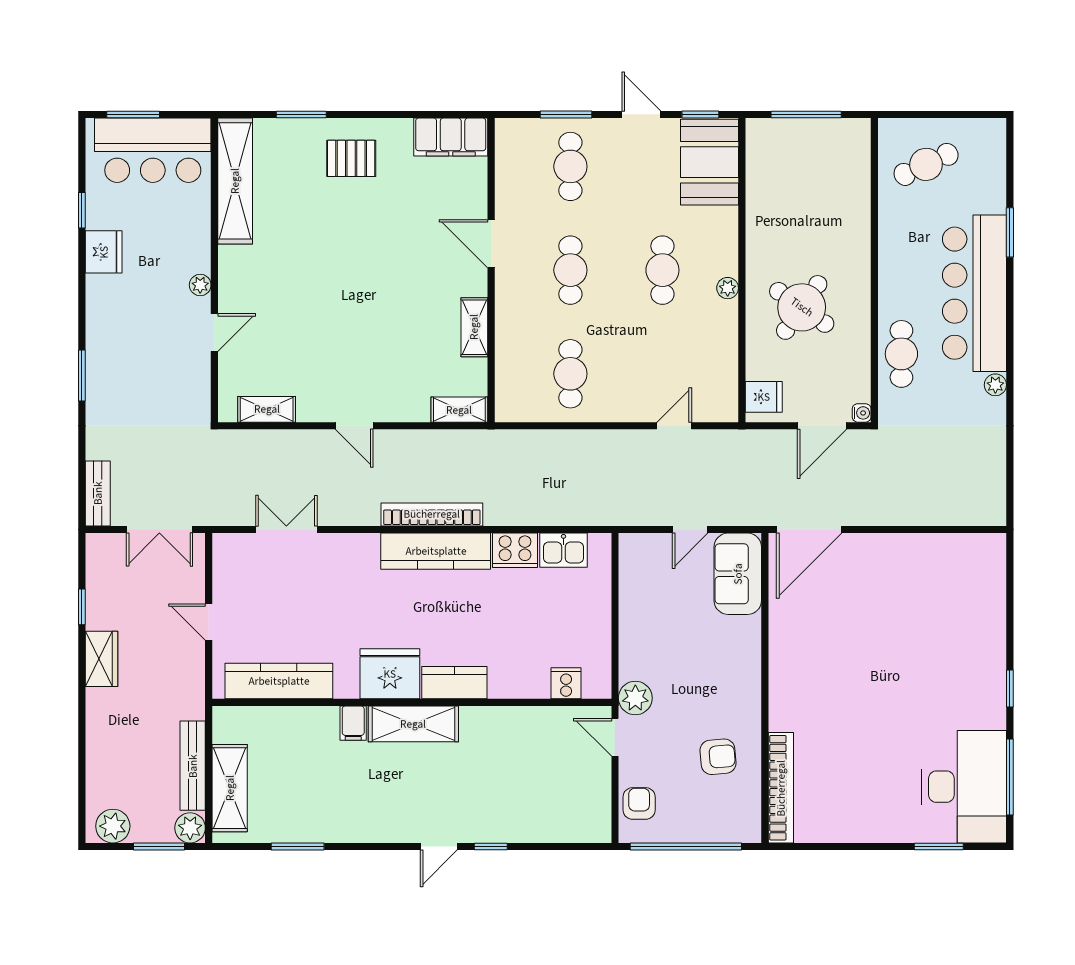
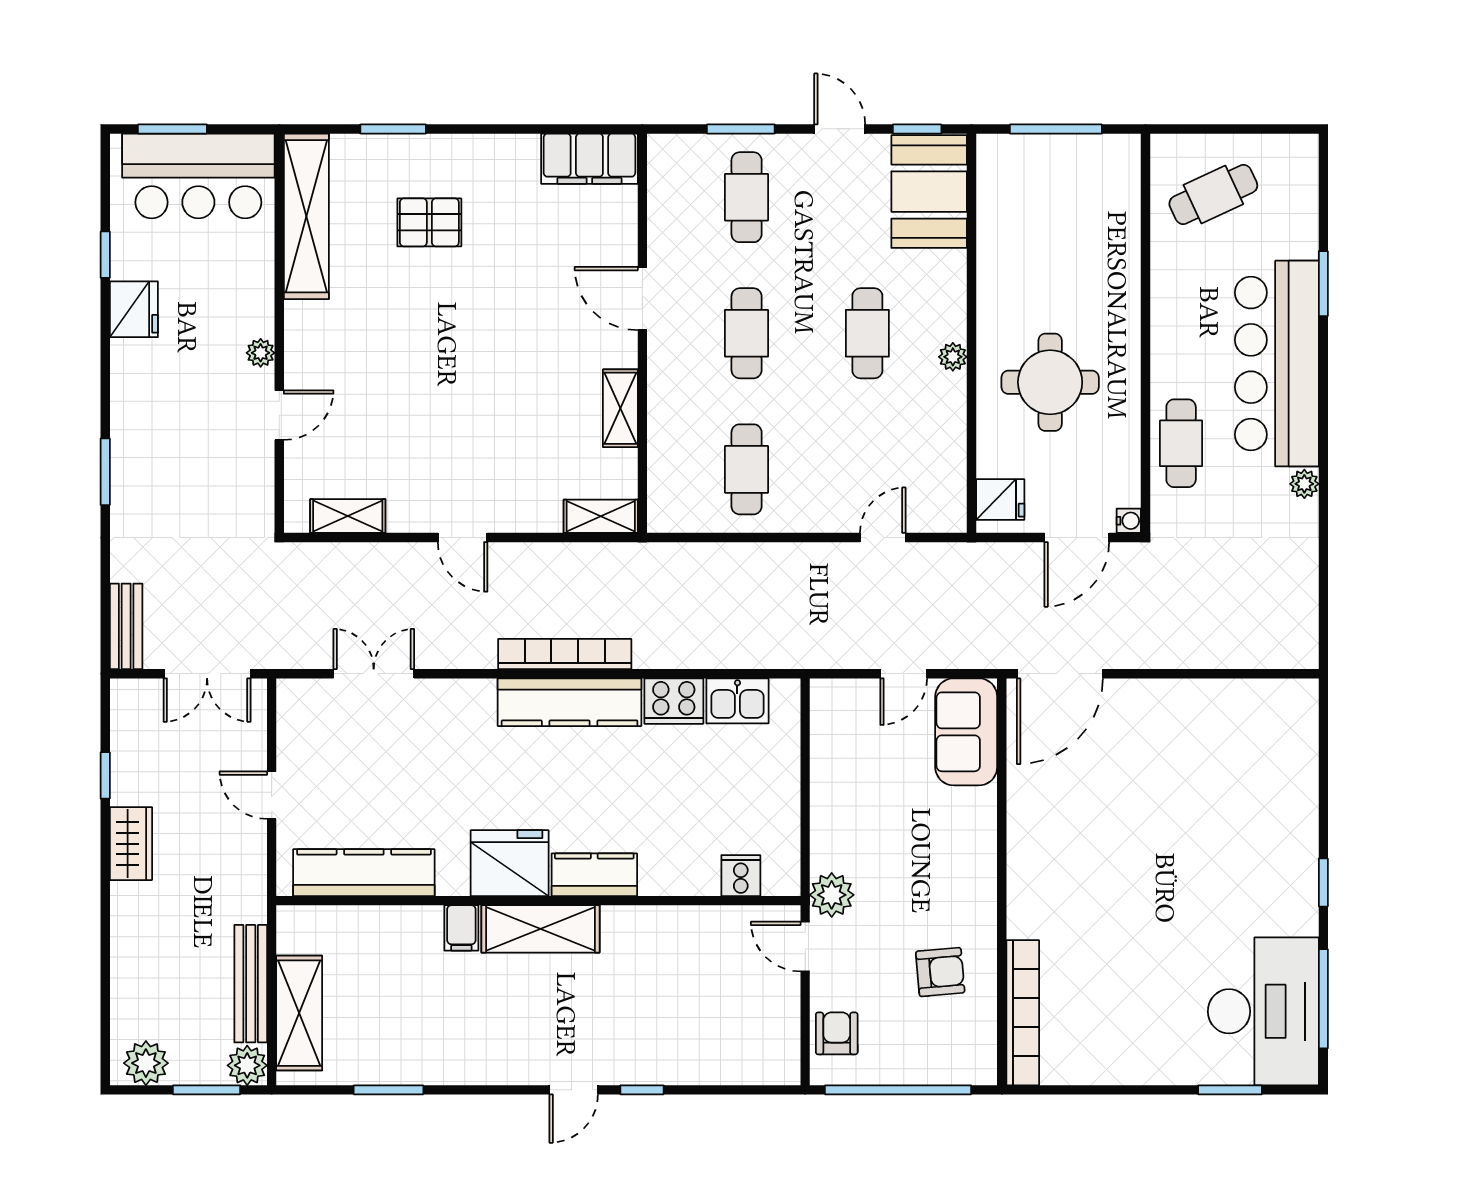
pallet: (351, 158) -> (429, 222), moved
round table: (802, 307) -> (1050, 382), turned -35

